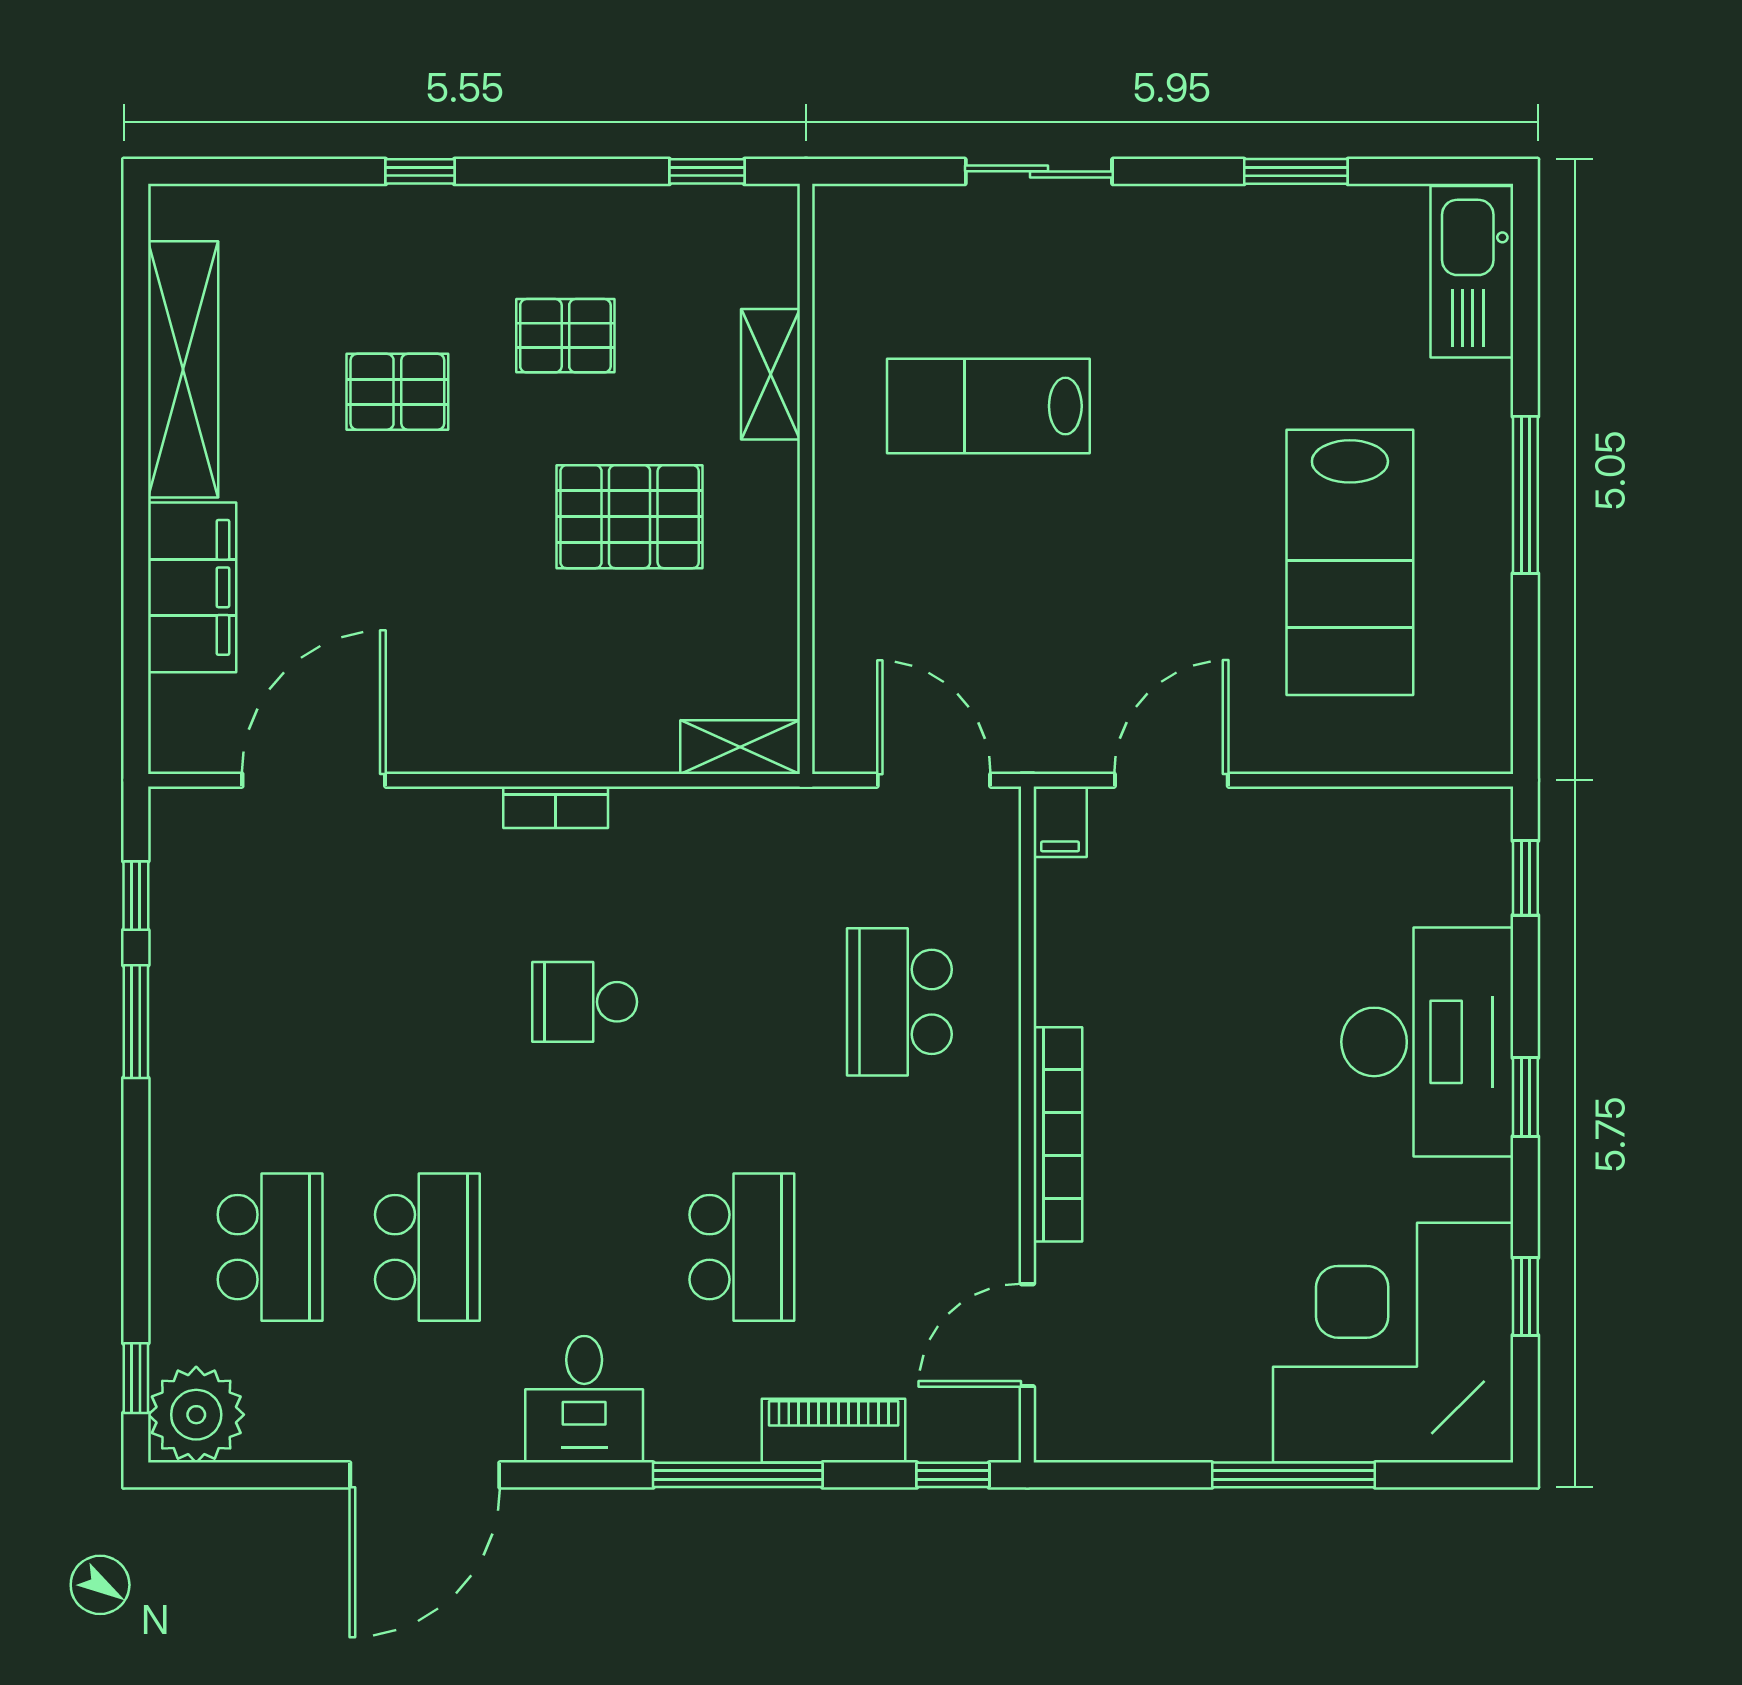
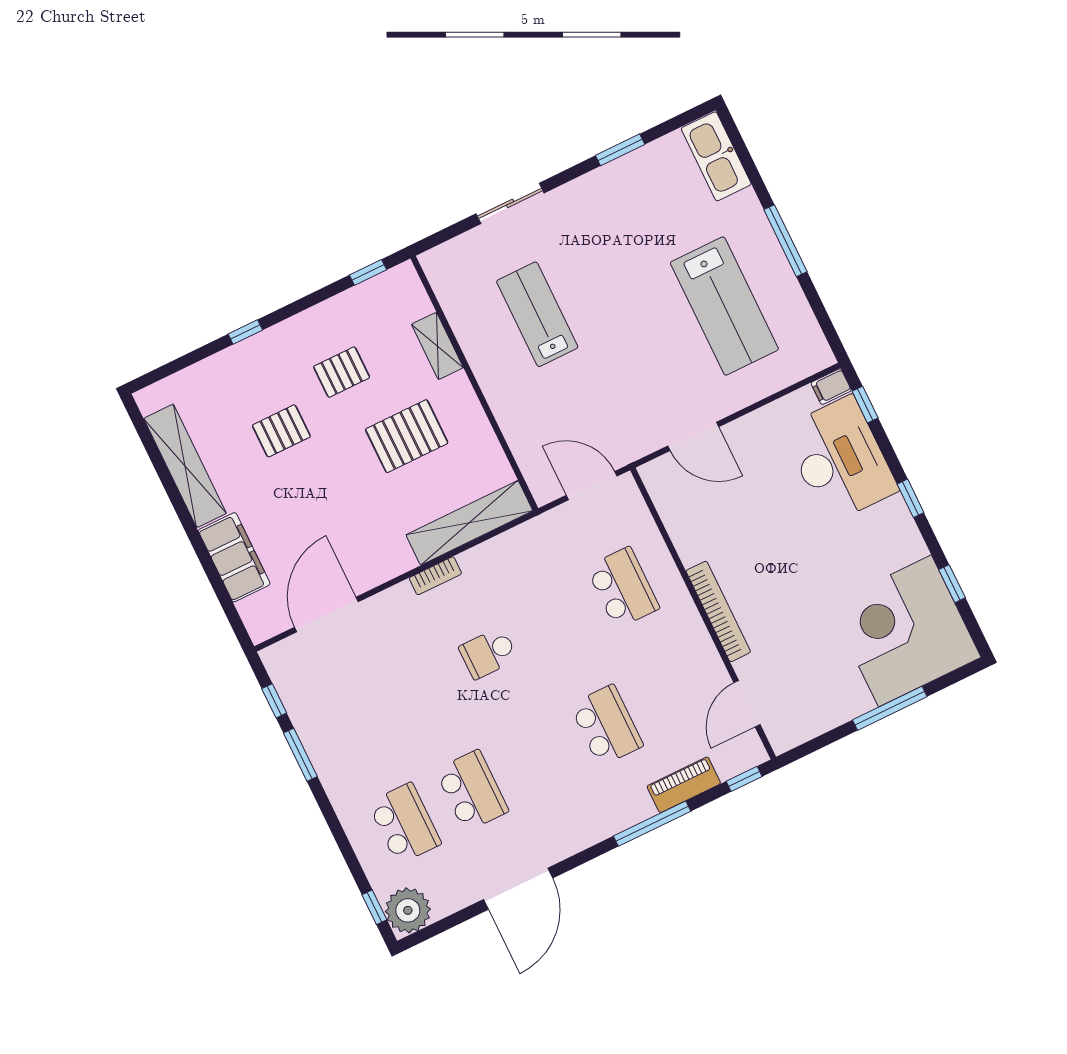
lab bench: (988, 406) -> (537, 314), turned 90
shelving: (740, 747) -> (469, 523), width x2.20, depth x1.33
door: (1171, 780) -> (693, 436), swing flipped
filing cabinet: (1060, 822) -> (831, 387), moved, turned 90
school desk: (899, 1002) -> (623, 588), turned 180
desk: (1427, 1042) -> (840, 460), moved
desk: (584, 1399) -> (571, 823), removed

